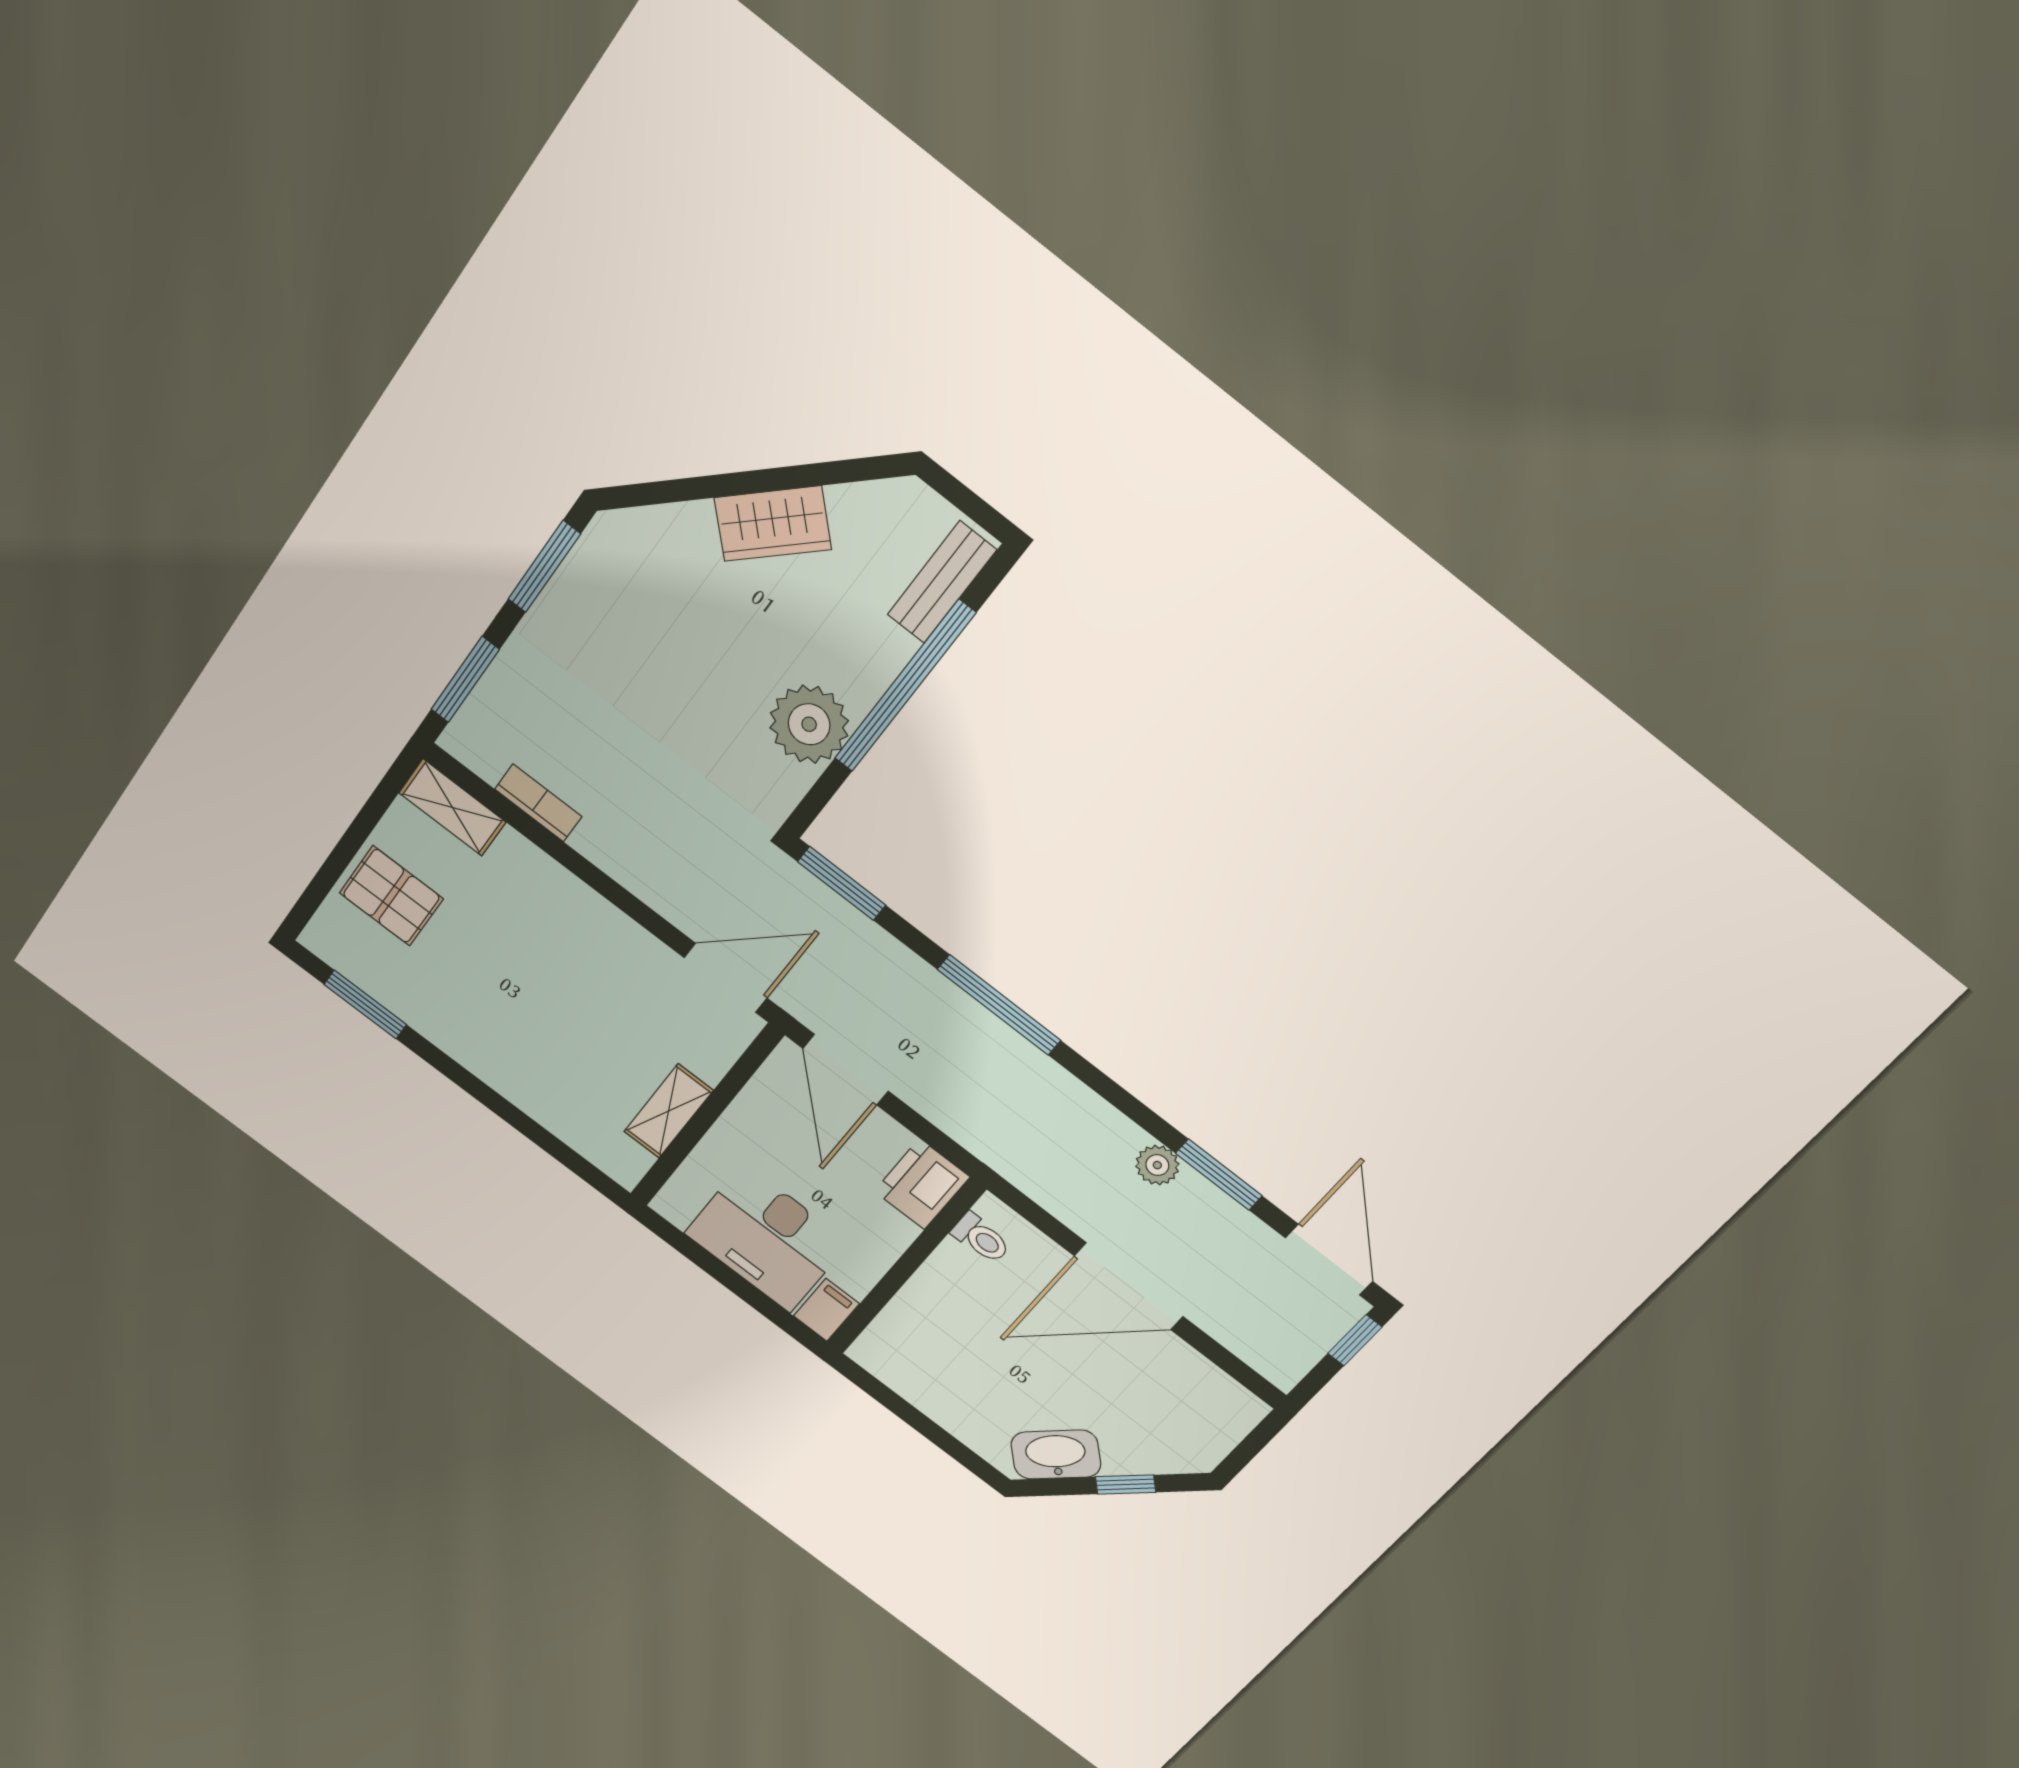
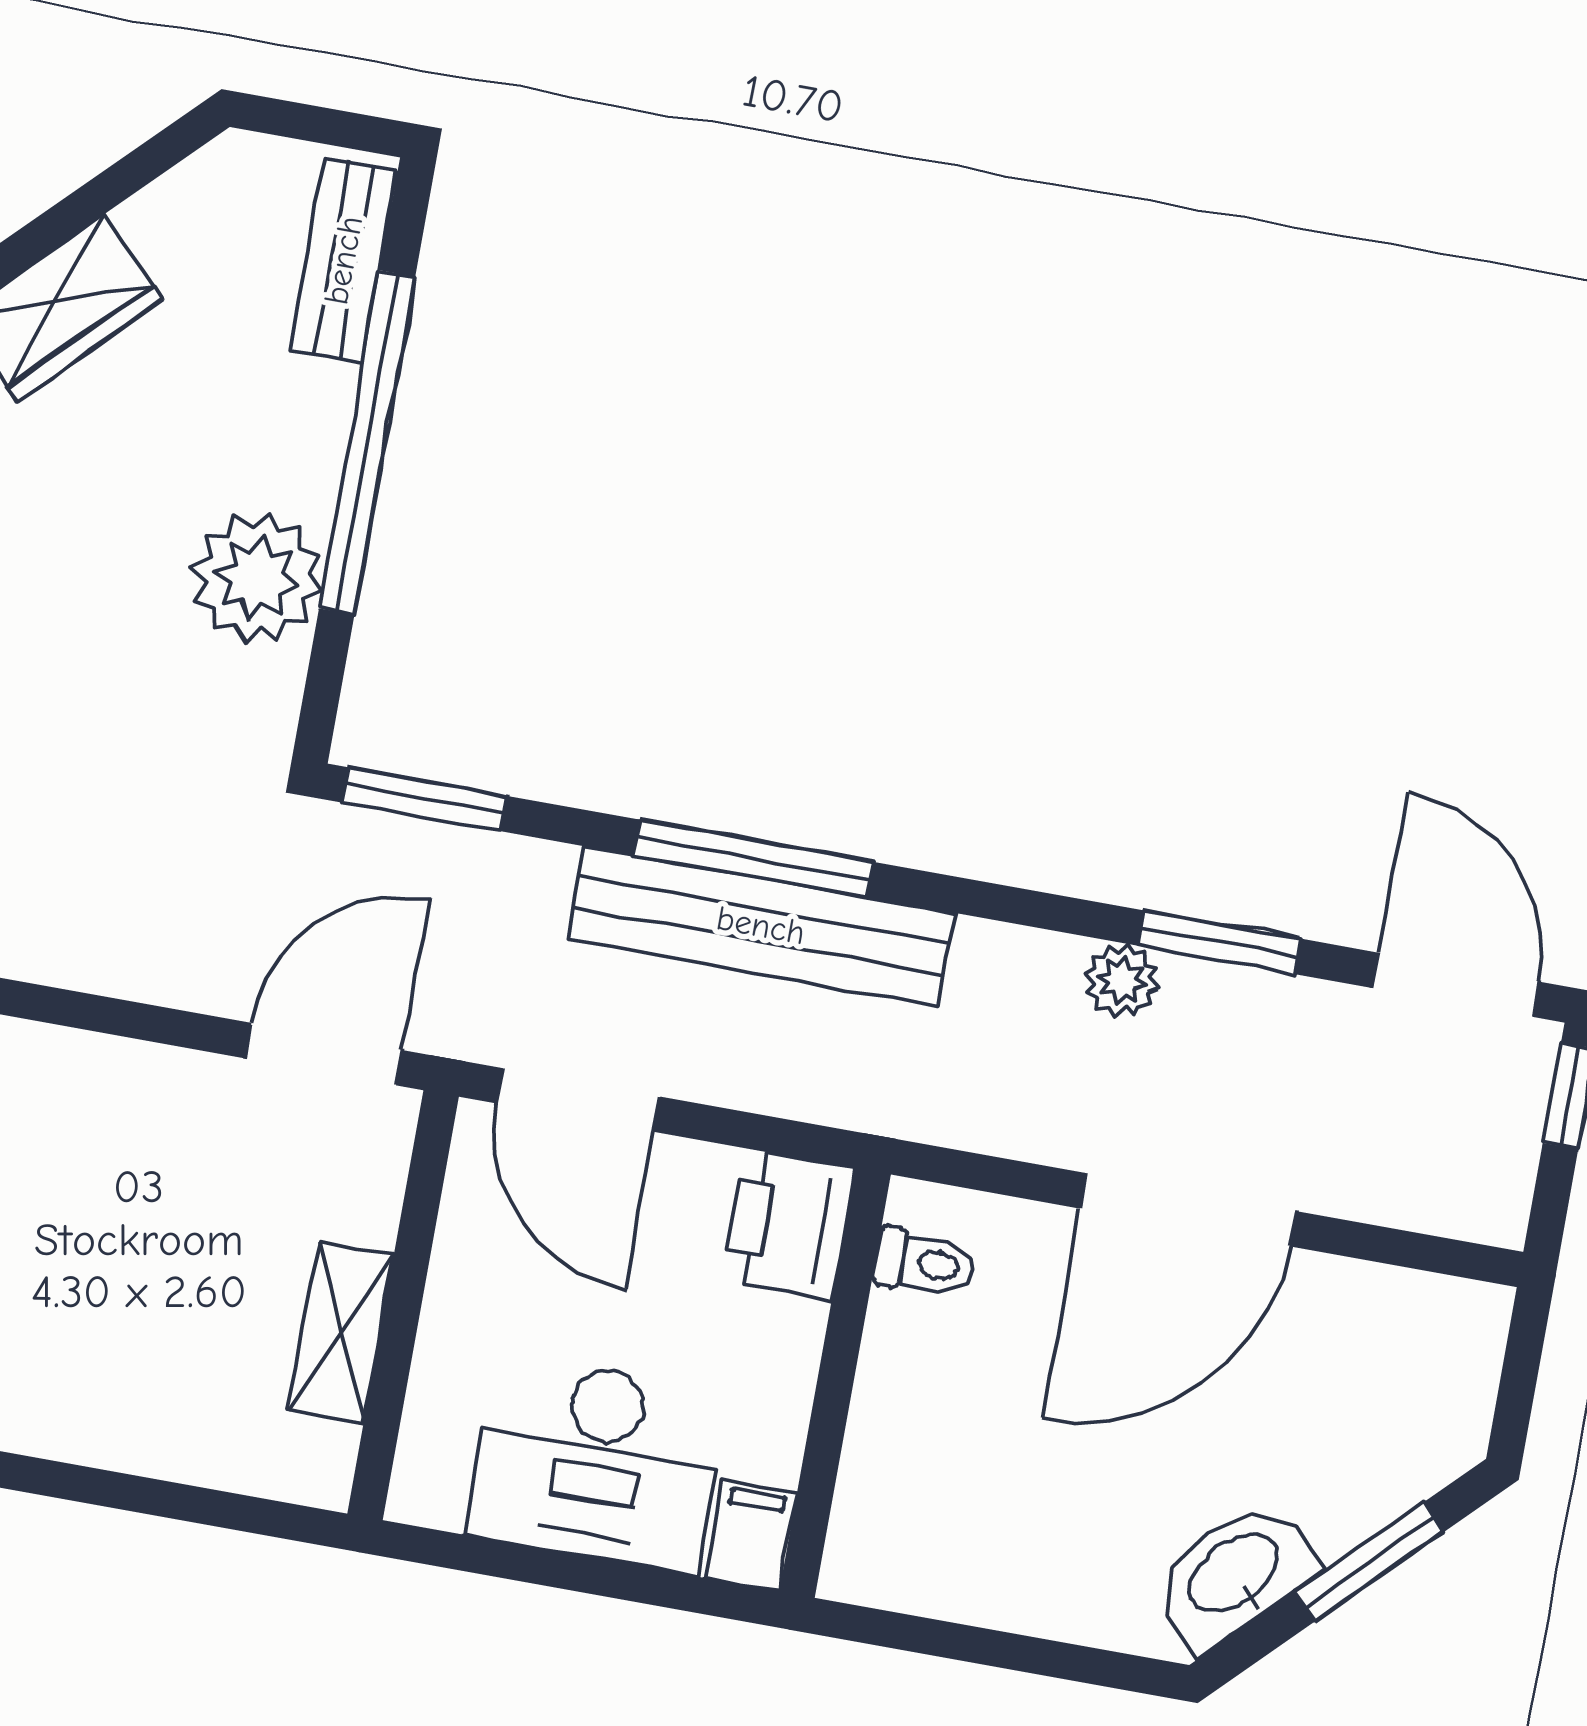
bench: (985, 1039) -> (761, 926), added
window: (1126, 1485) -> (1369, 1562), width x1.50

